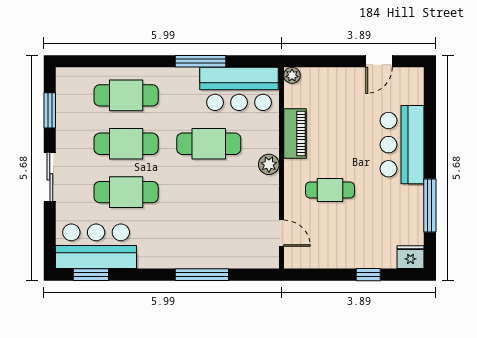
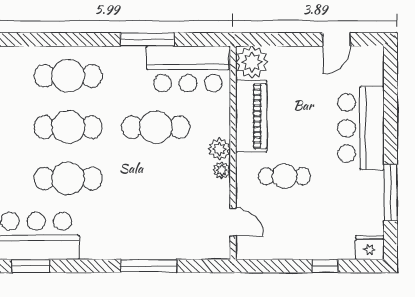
plant: (292, 75) -> (252, 62), width x1.88, depth x1.88
piano: (295, 133) -> (251, 116), width x1.37, depth x1.33
plant: (271, 184) -> (222, 170), added

